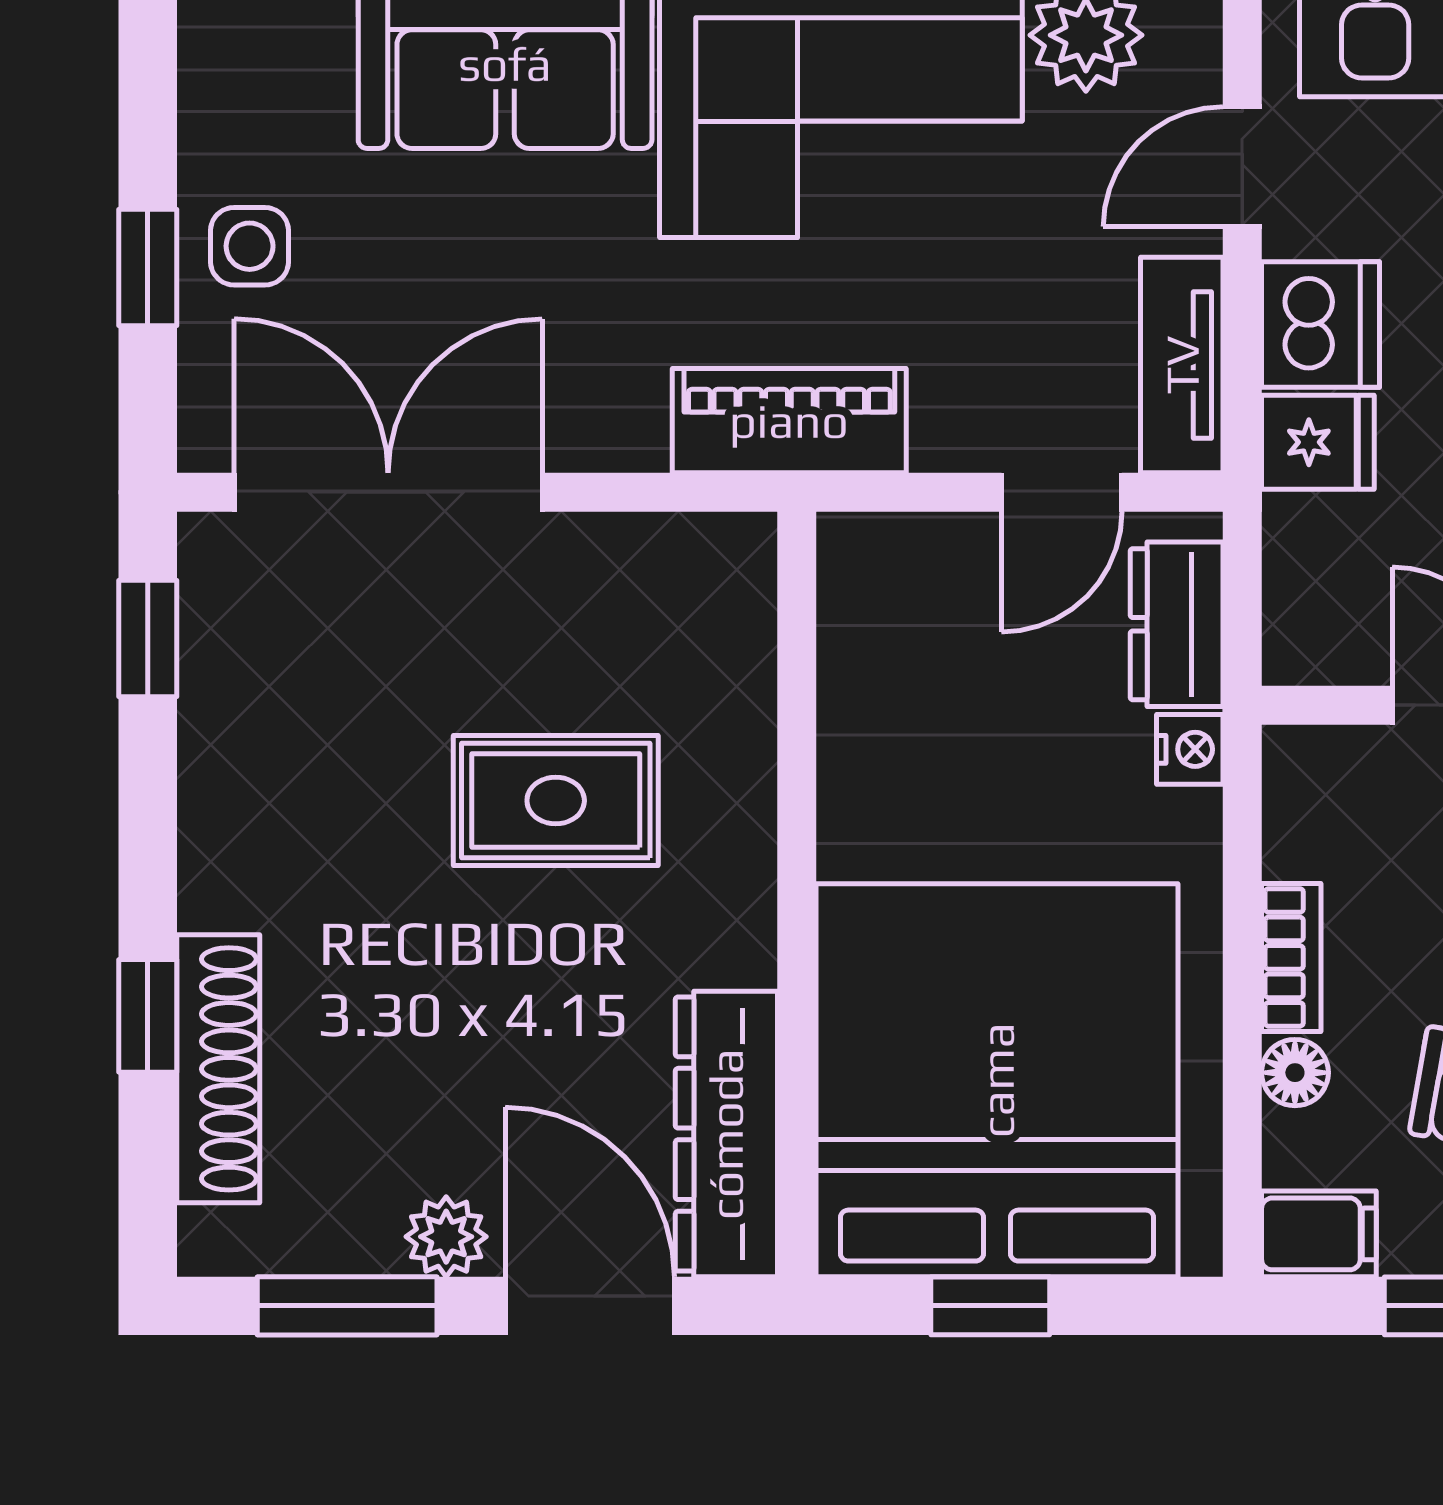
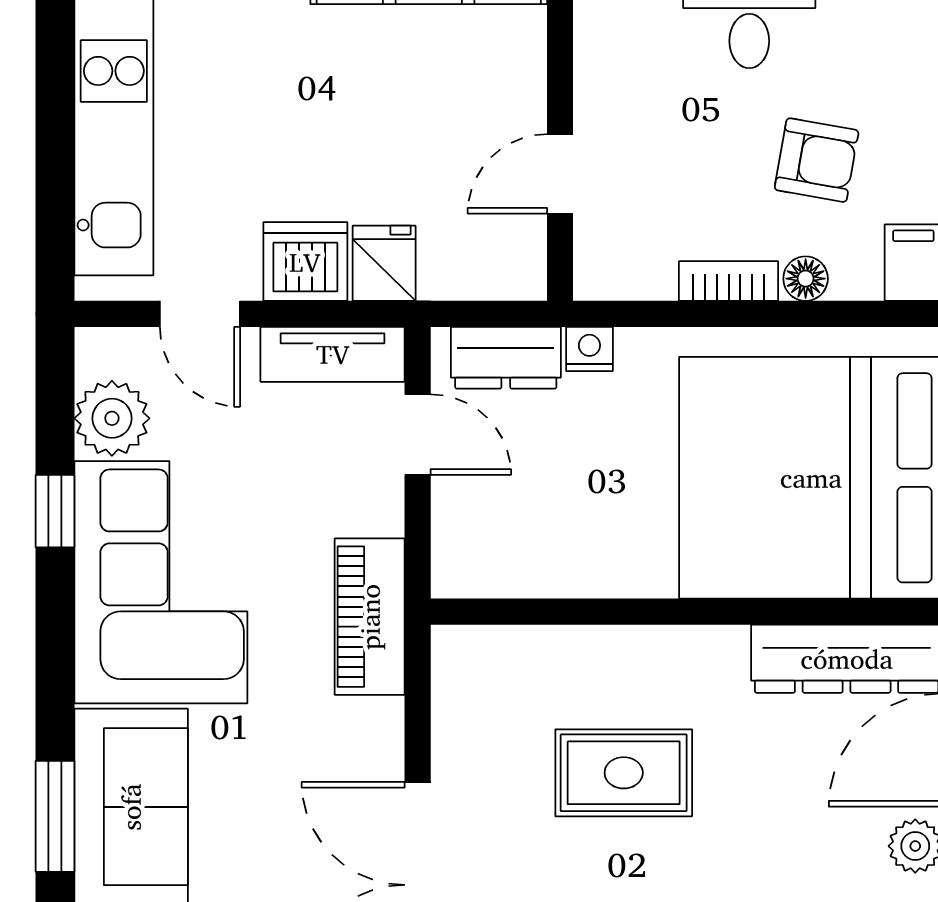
rug: (556, 801) -> (624, 773), turned 90

